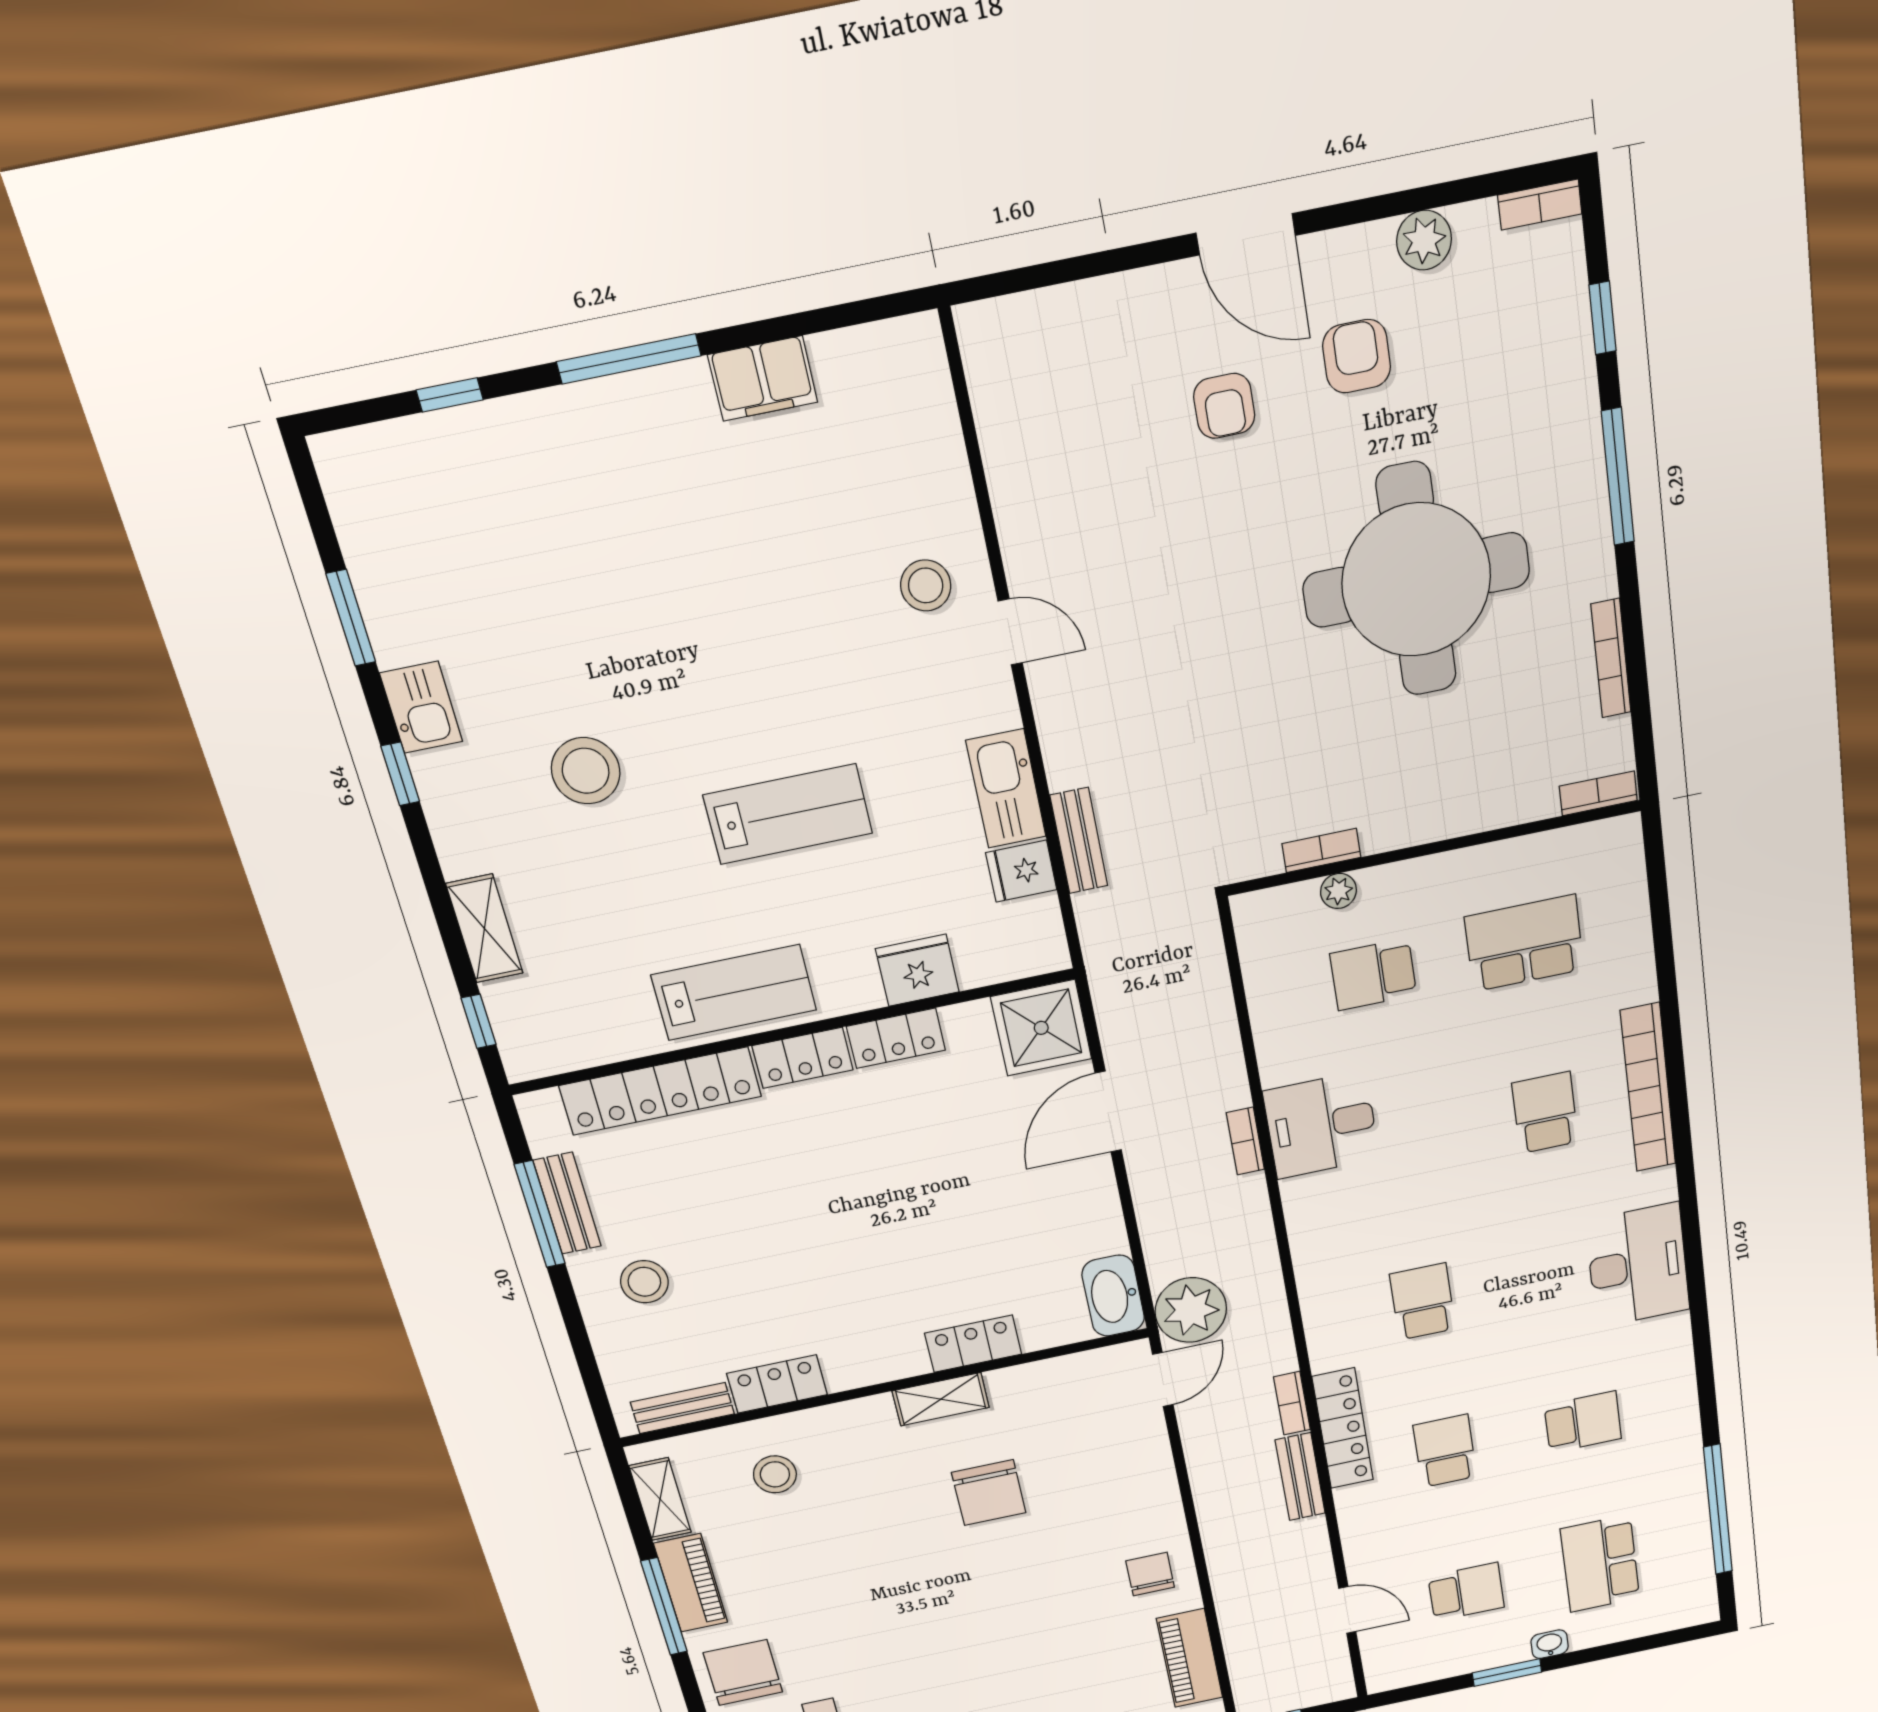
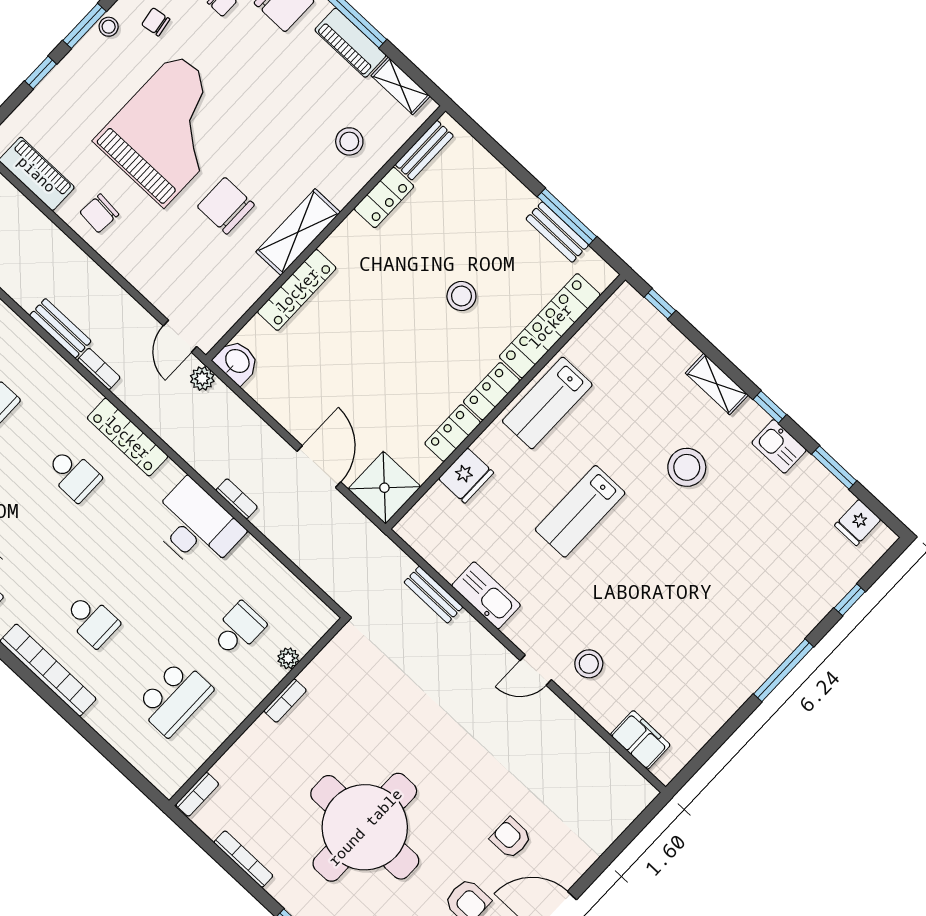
filing cabinet: (763, 379) -> (640, 740), moved, turned 90
bookcase: (1321, 850) -> (285, 701), moved
fridge: (1021, 871) -> (858, 522), moved, turned 180
shelving: (484, 929) -> (717, 384), moved
desk: (1321, 1125) -> (196, 526), width x1.37
stool: (644, 1282) -> (461, 296), moved
washbasin: (1113, 1296) -> (237, 362), width x0.72
plant: (1191, 1310) -> (202, 379), width x0.53, depth x0.53
locker: (973, 1344) -> (297, 290), width x1.53
shelving: (941, 1399) -> (298, 232), width x1.50, depth x1.33
locker: (1343, 1428) -> (128, 437), moved
chair: (1150, 1574) -> (99, 213), turned 95
grand piano: (992, 1614) -> (170, 130), added

